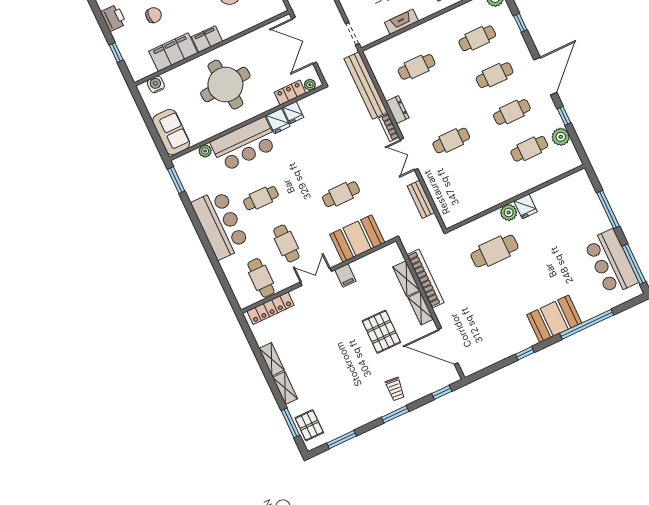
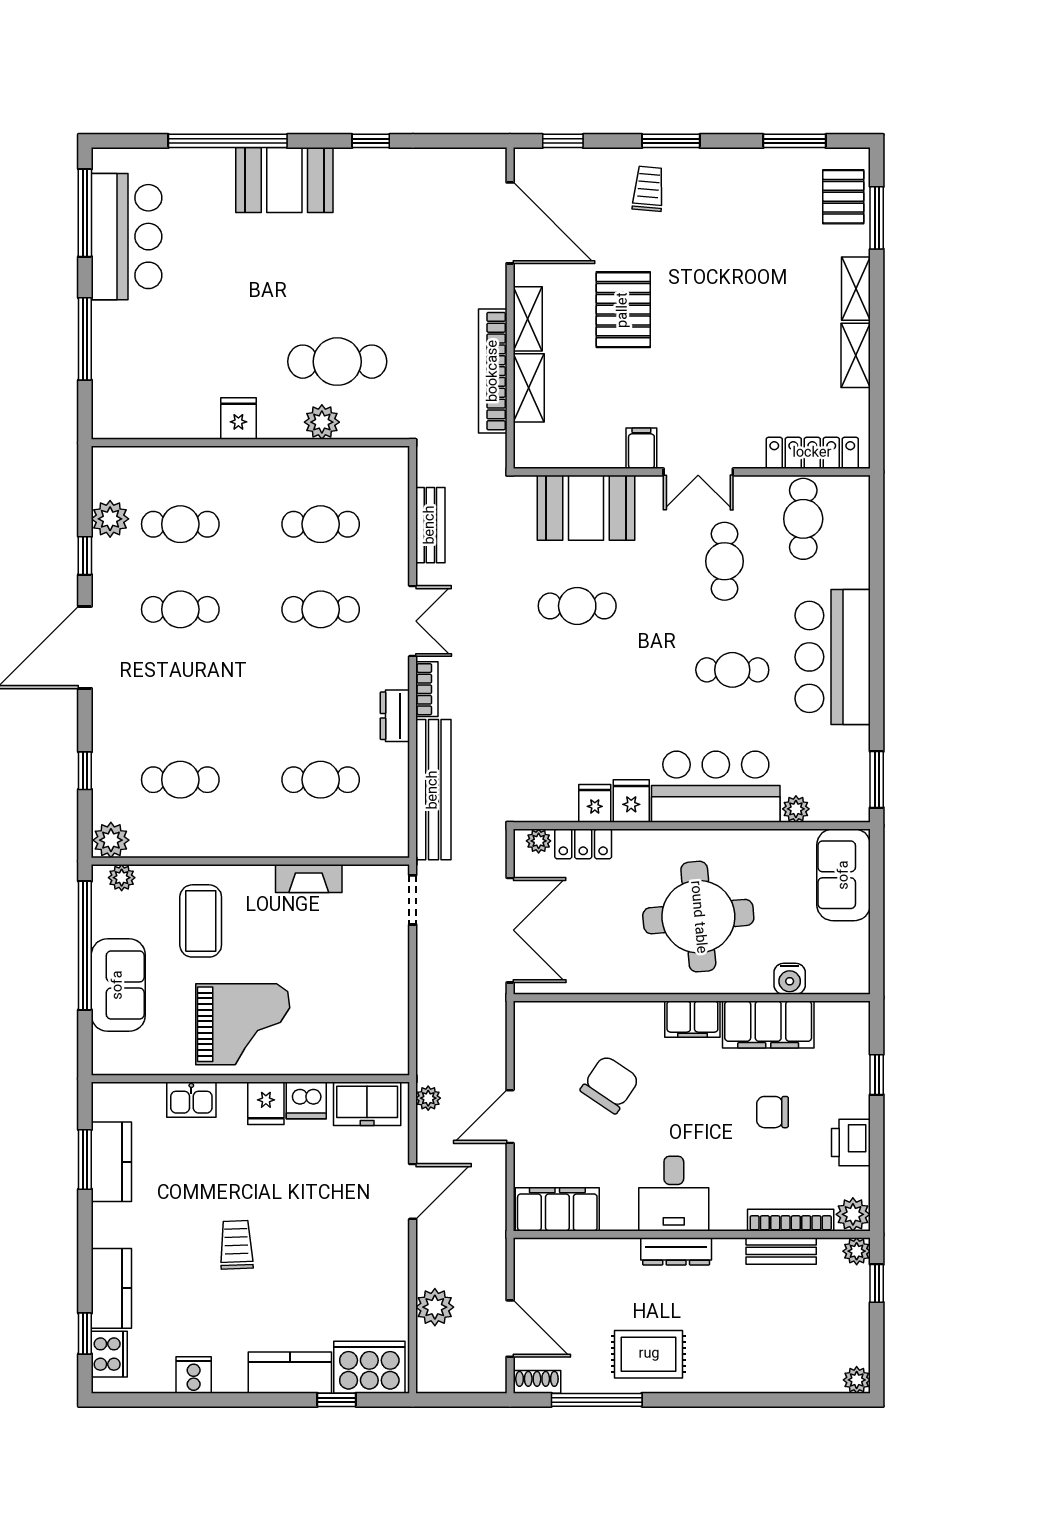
cafe table: (495, 75) -> (321, 524), moved
water cooler: (156, 84) -> (790, 979), moved
plant: (509, 212) -> (322, 422), moved

